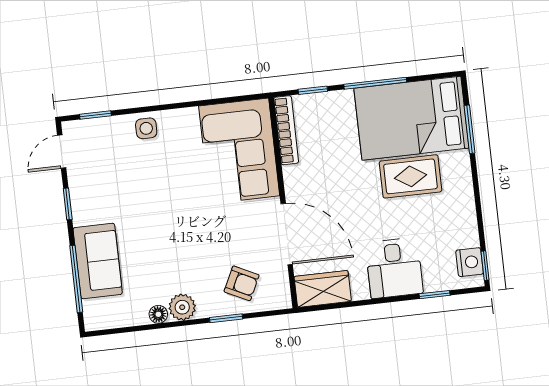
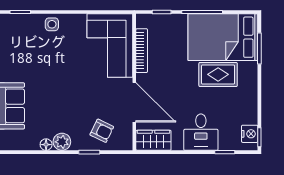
bookcase: (286, 130) -> (142, 51), moved

